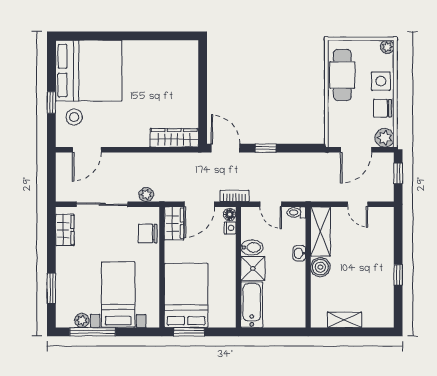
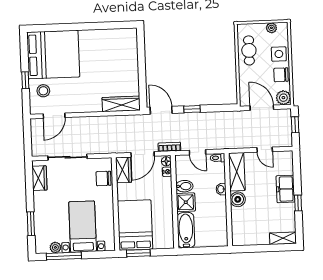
plant: (387, 47) -> (271, 28), moved
cafe table: (342, 75) -> (249, 50), width x0.73, depth x0.74
door: (356, 150) -> (262, 108), swing flipped
plant: (146, 195) -> (101, 148), removed
freezer: (383, 256) -> (285, 189), added
shelving: (345, 320) -> (283, 238), moved

